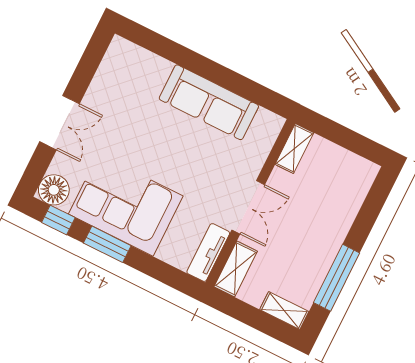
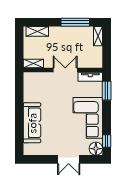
sofa: (209, 102) -> (32, 123), moved
double door: (60, 123) -> (69, 159), swing flipped
window: (107, 244) -> (107, 91), moved
shelving: (236, 269) -> (37, 31), moved

